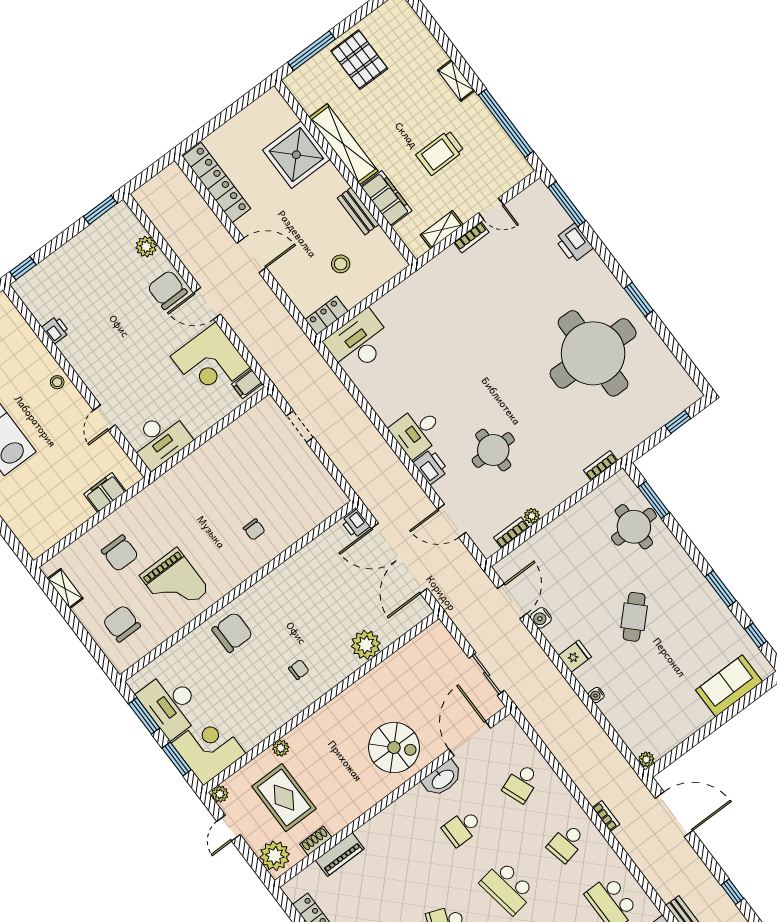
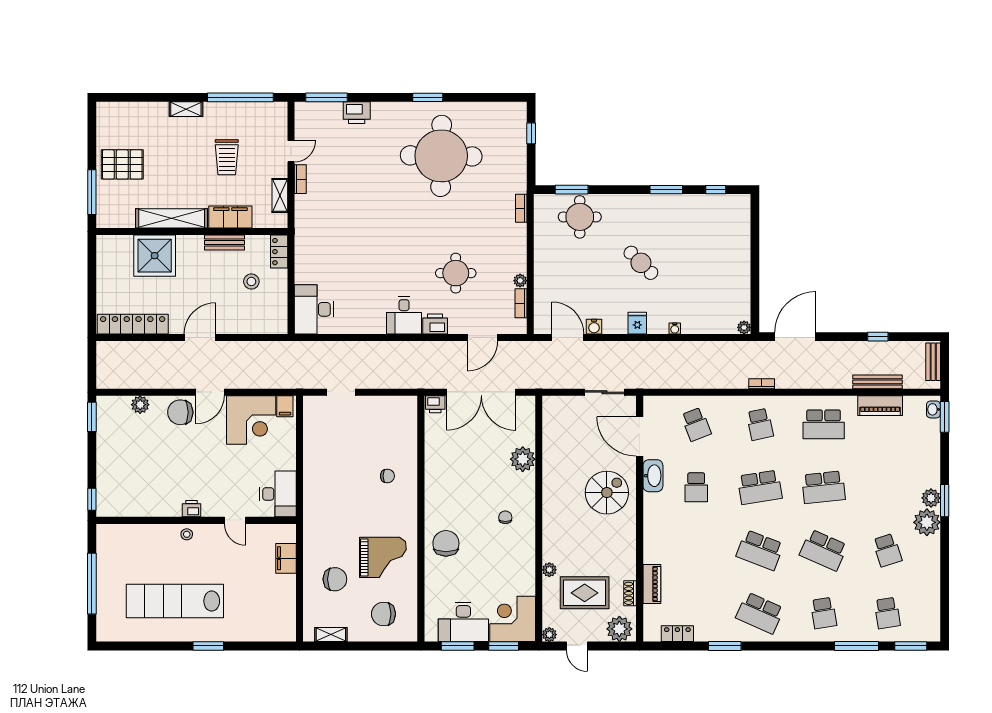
locker: (326, 315) -> (279, 252), moved
printer: (56, 330) -> (191, 509), moved
sofa: (729, 686) -> (736, 234), removed

